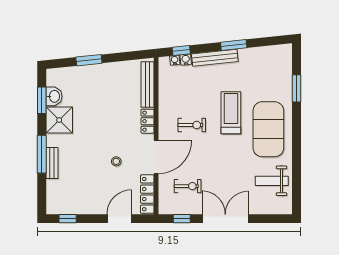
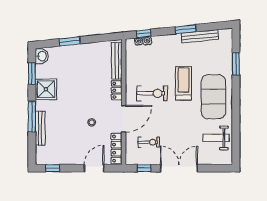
bench: (215, 58) -> (200, 36), moved
washbasin: (54, 96) -> (42, 56), moved
exercise bike: (192, 125) -> (152, 93), width x1.38, depth x1.39
bench: (52, 163) -> (40, 128), width x1.36

